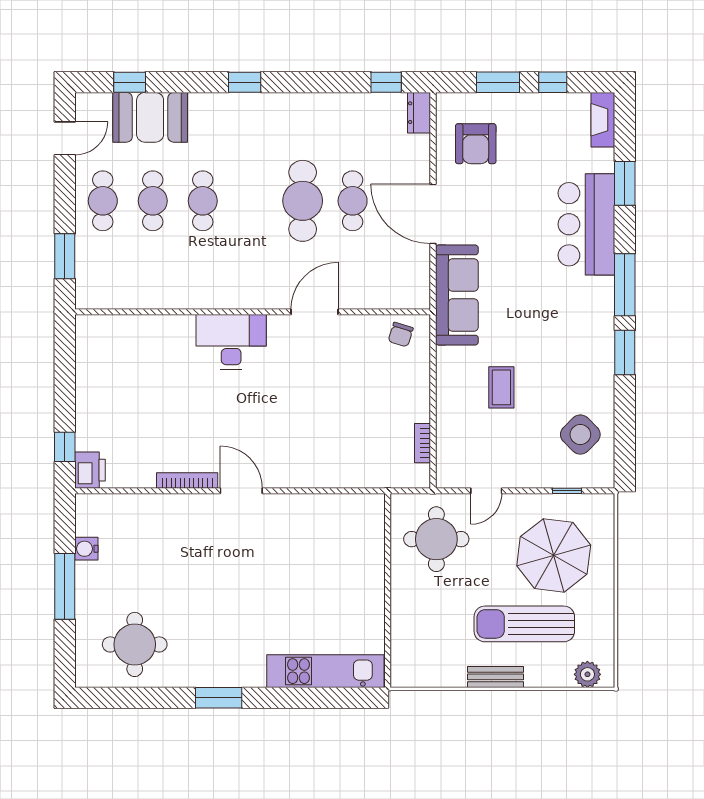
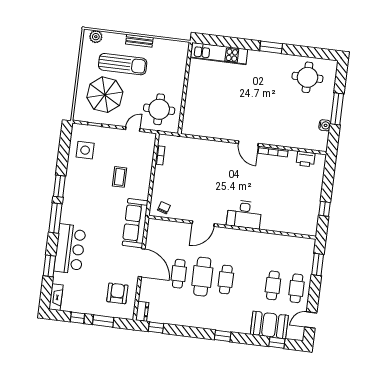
cafe table: (203, 201) -> (226, 280), moved
side table: (580, 435) -> (85, 150), turned 45
window: (65, 447) -> (325, 209), moved
printer: (90, 470) -> (306, 159), moved, turned -90

